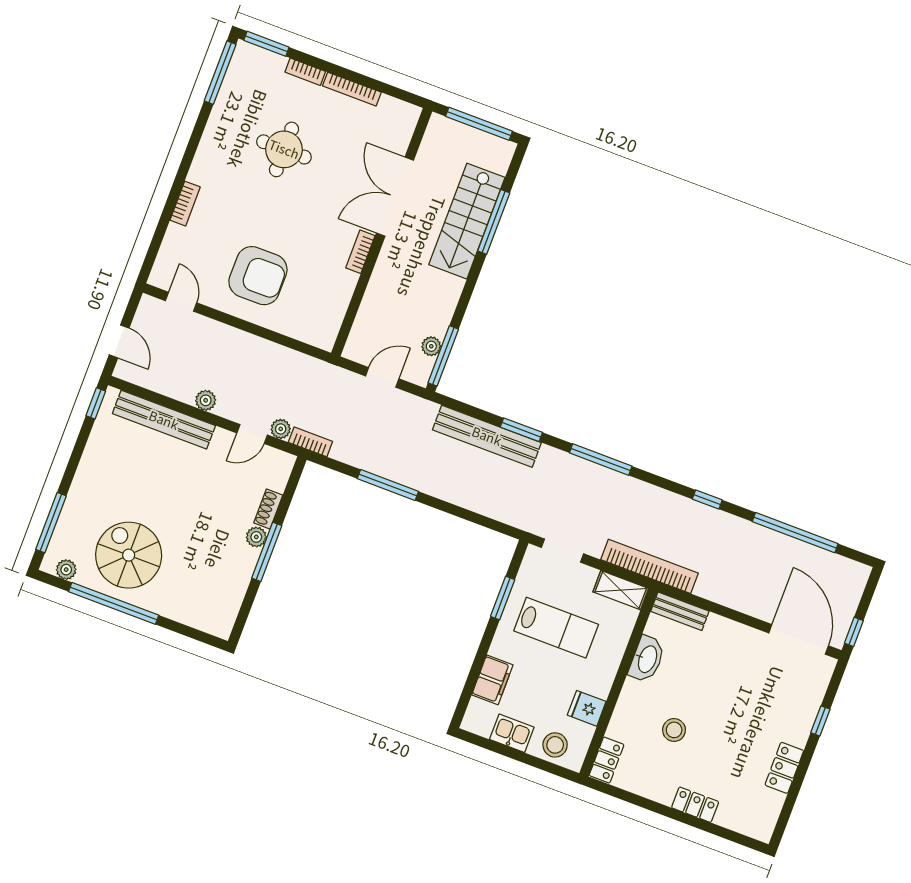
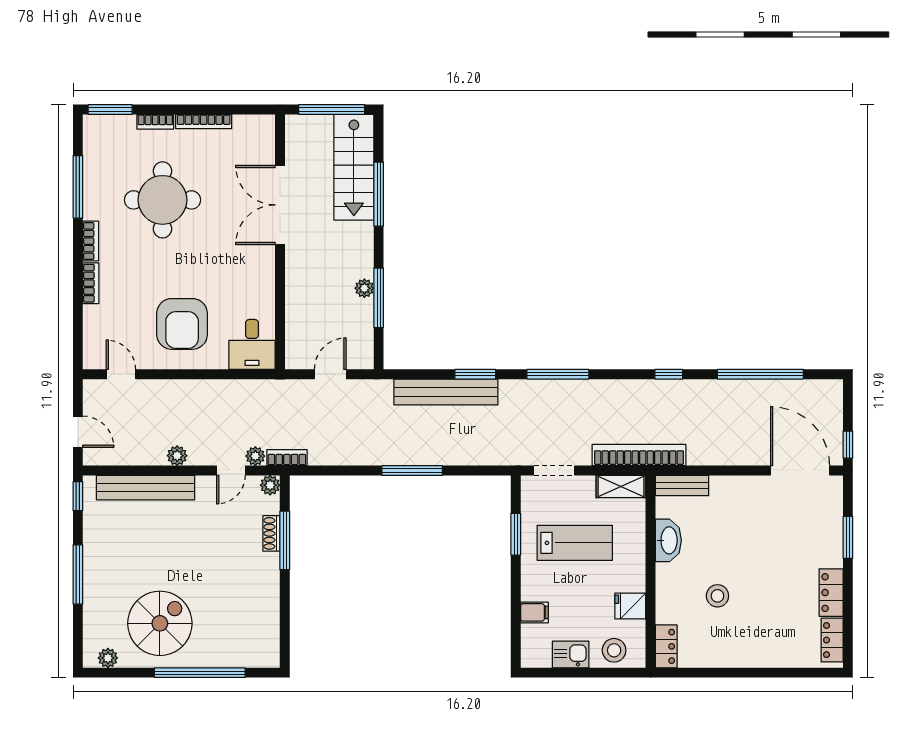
window: (220, 73) -> (78, 187), moved
round table: (284, 149) -> (162, 200), width x1.36, depth x1.36
stairs: (467, 221) -> (354, 167), moved
bookcase: (360, 252) -> (91, 241), moved, turned 180
armchair: (258, 276) -> (182, 324), turned 90
desk: (318, 321) -> (252, 344), added
plant: (431, 346) -> (364, 288), moved
window: (443, 356) -> (379, 298), moved
window: (388, 485) -> (412, 470), moved
window: (51, 523) -> (78, 575), moved
plant: (256, 537) -> (270, 485), moved
window: (267, 552) -> (285, 540), moved
spiral stairs: (129, 555) -> (160, 623), turned 90
window: (114, 603) -> (200, 673), moved
filing cabinet: (492, 680) -> (534, 612), width x0.50
window: (820, 721) -> (848, 537), width x1.50
locker: (695, 805) -> (832, 640), moved, turned -90

